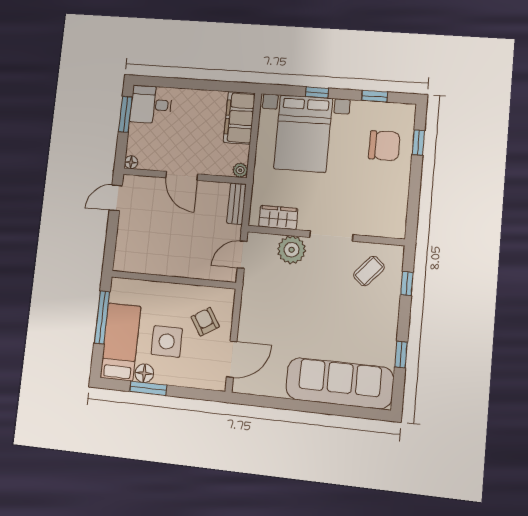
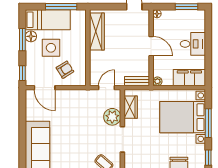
window: (317, 92) -> (208, 123), width x2.17
desk: (151, 105) -> (193, 44), moved, turned 90
door: (182, 176) -> (151, 46), swing flipped
door: (242, 255) -> (107, 88), hinge flipped
wardrobe: (149, 262) -> (97, 31), added
window: (203, 395) -> (22, 73), added

